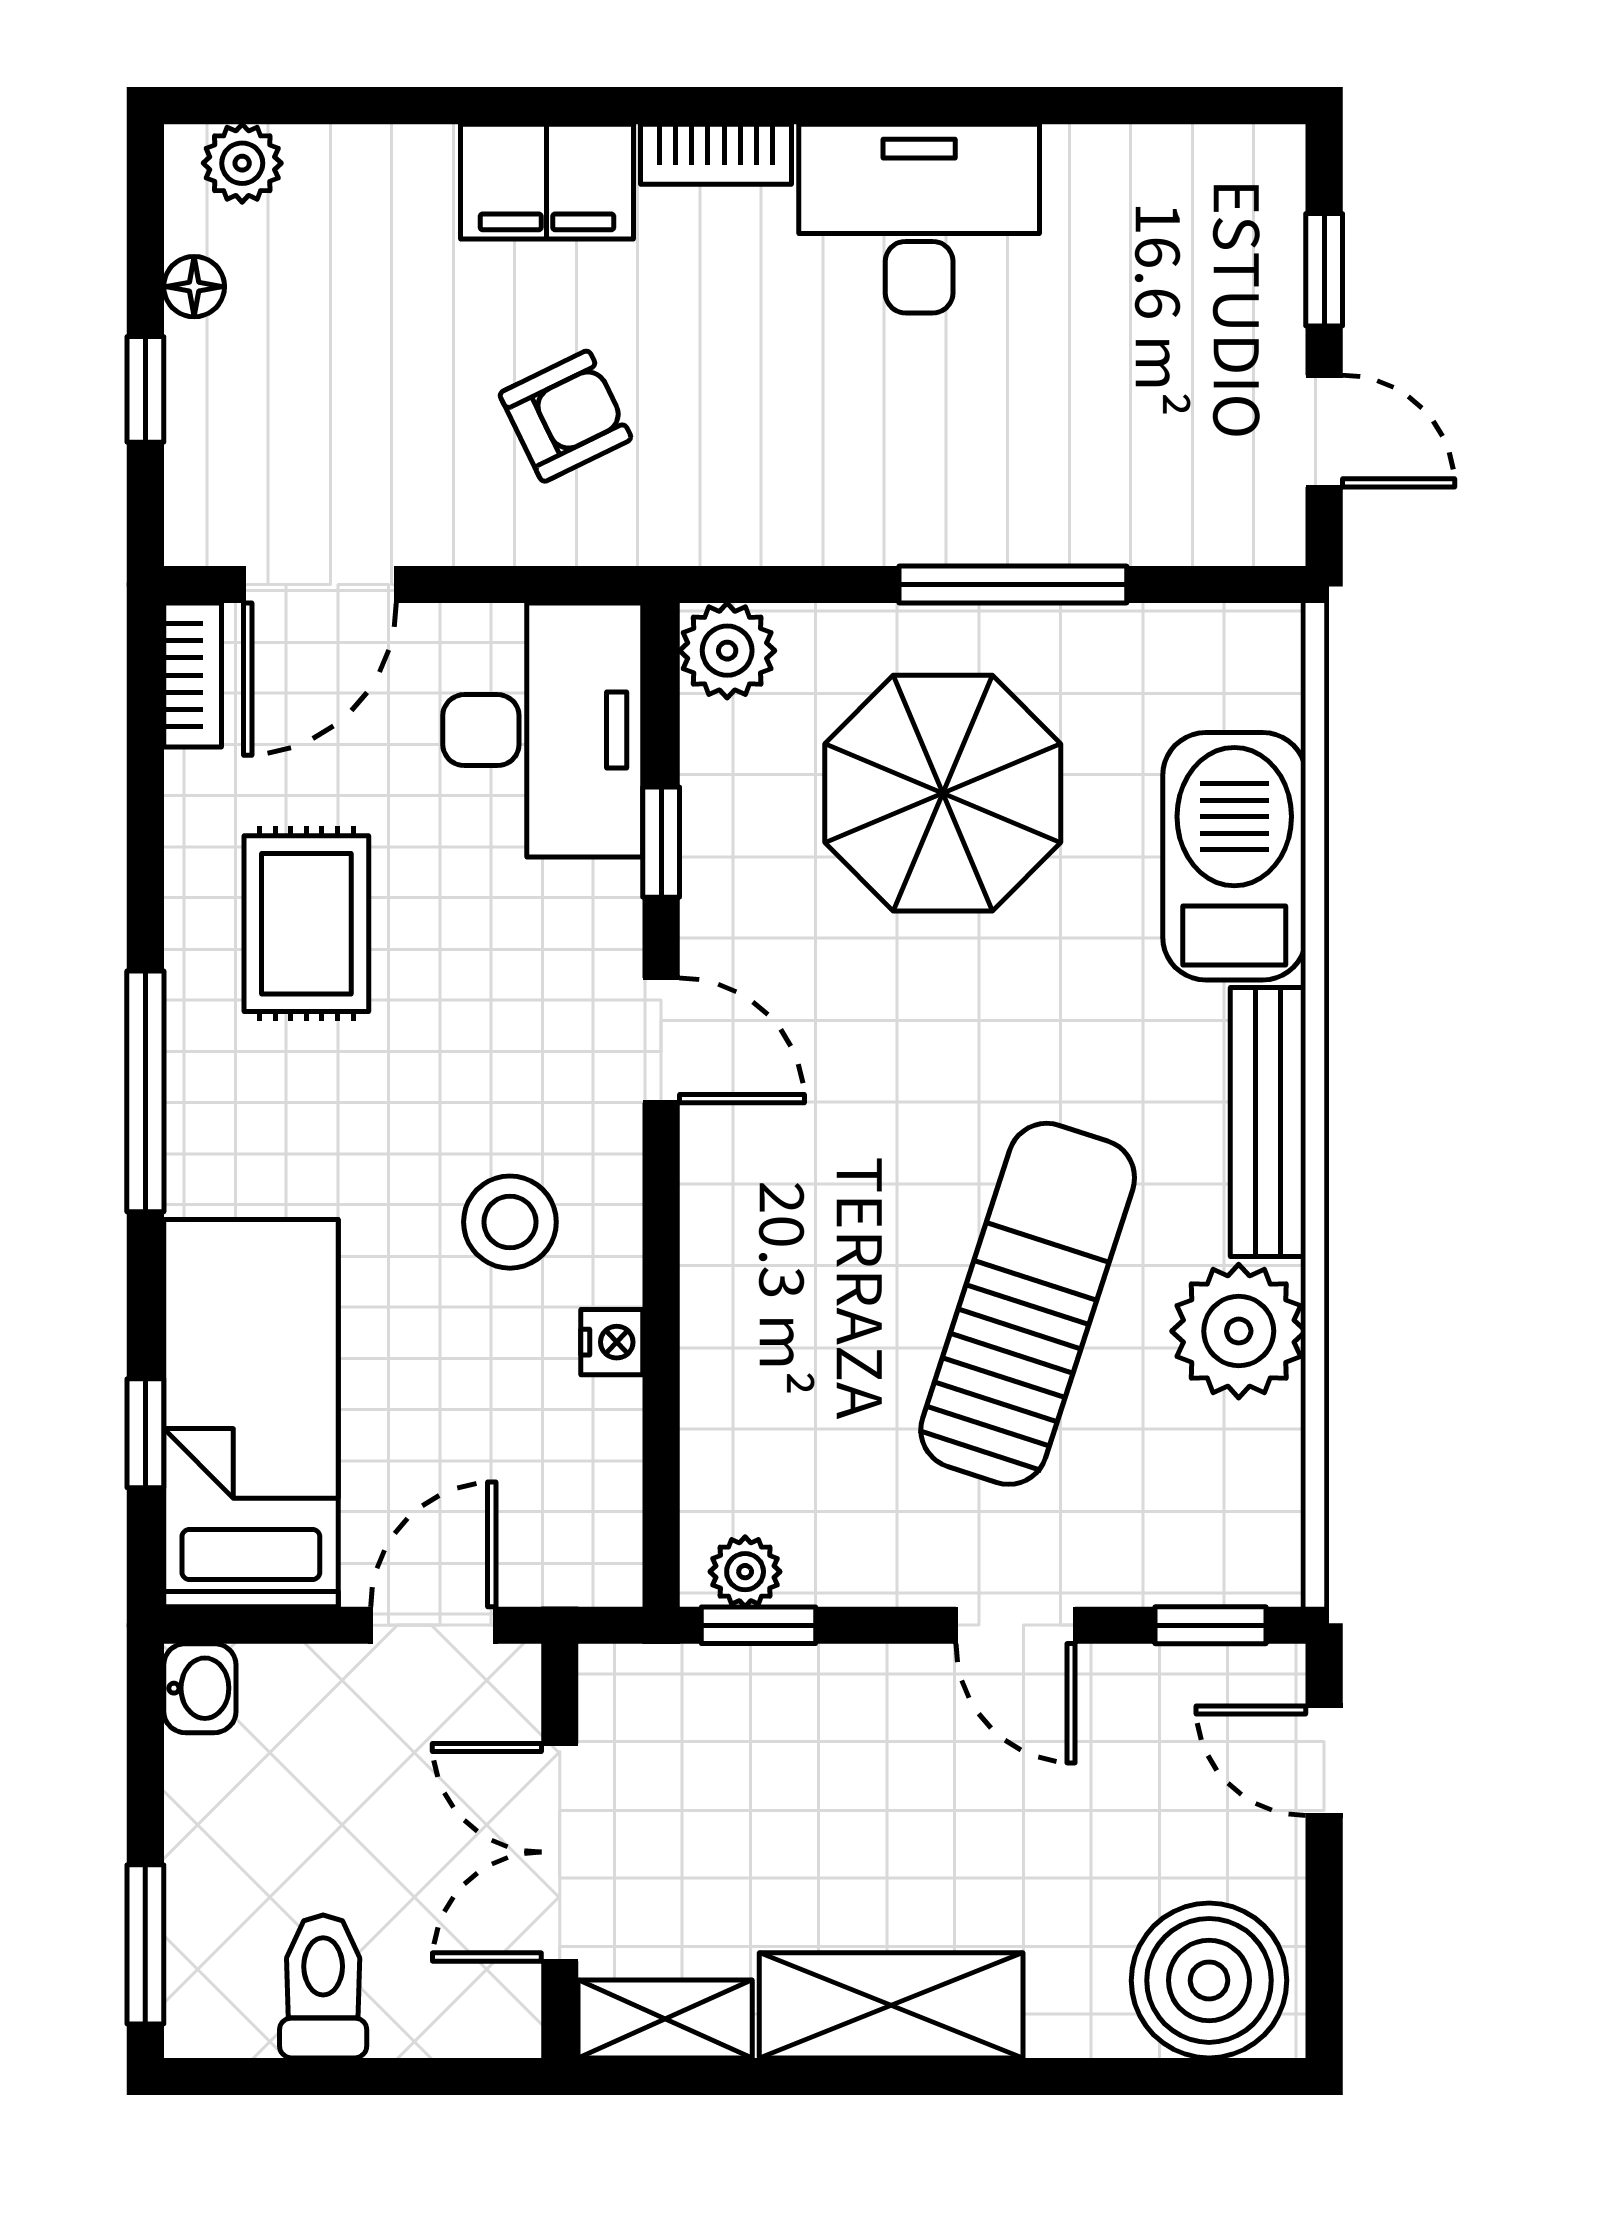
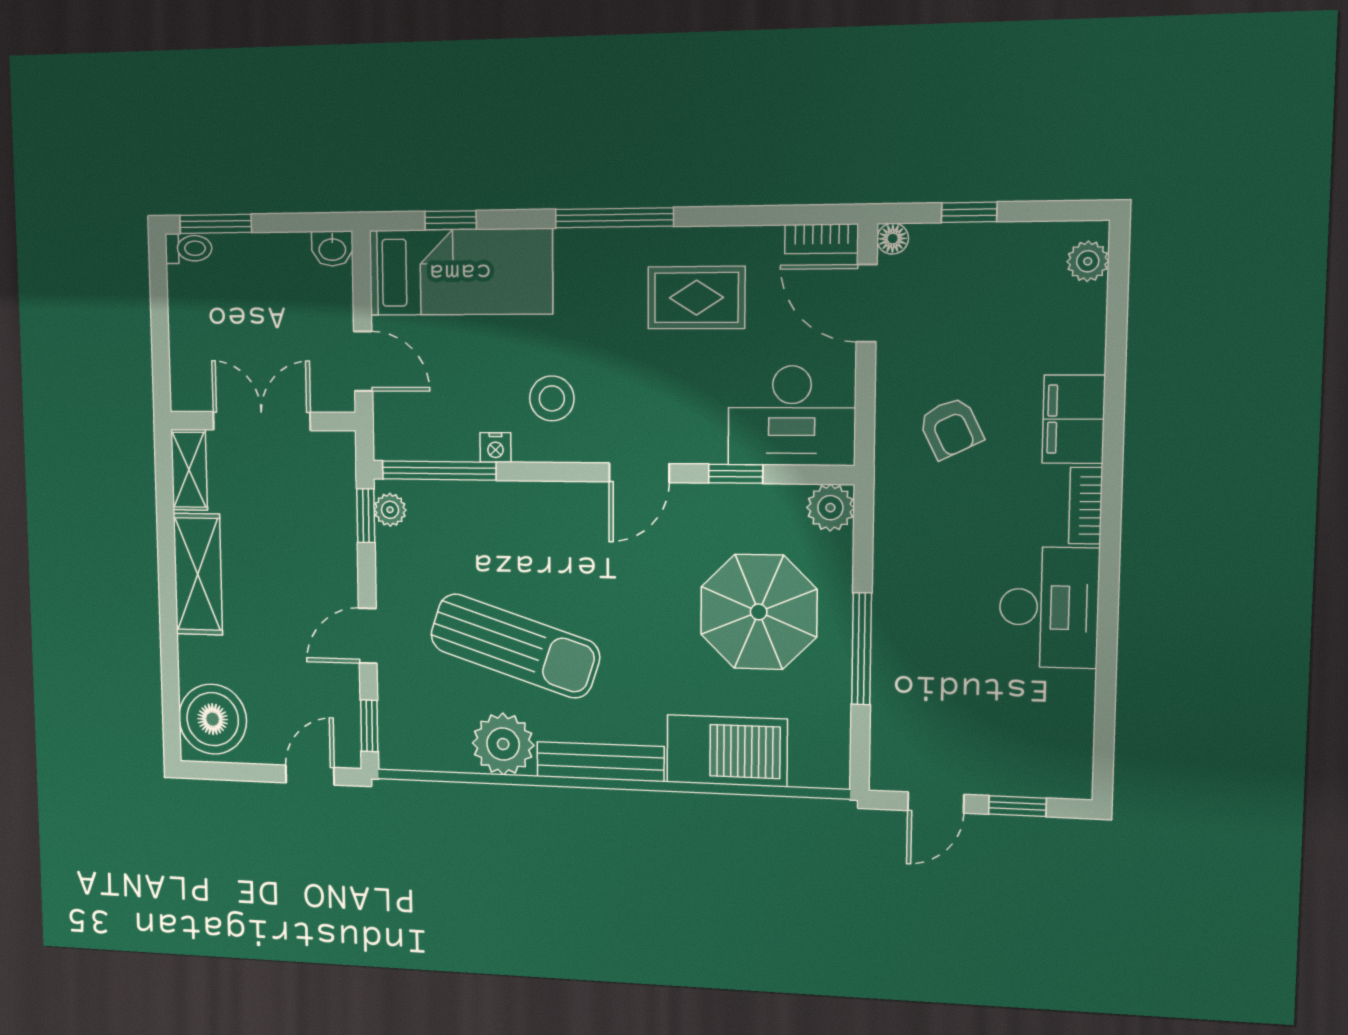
floor lamp: (194, 287) -> (893, 239), moved
window: (661, 1464) -> (439, 471), added
toilet: (323, 1986) -> (189, 248), moved, width x0.73, depth x0.72

